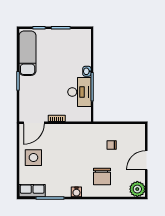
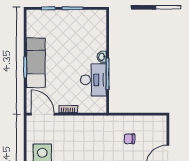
exam couch: (28, 53) -> (36, 63), moved
door: (34, 123) -> (43, 114), swing flipped

